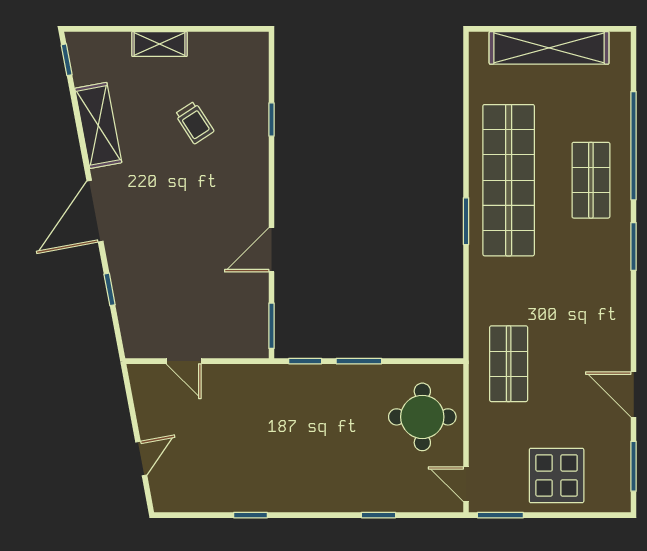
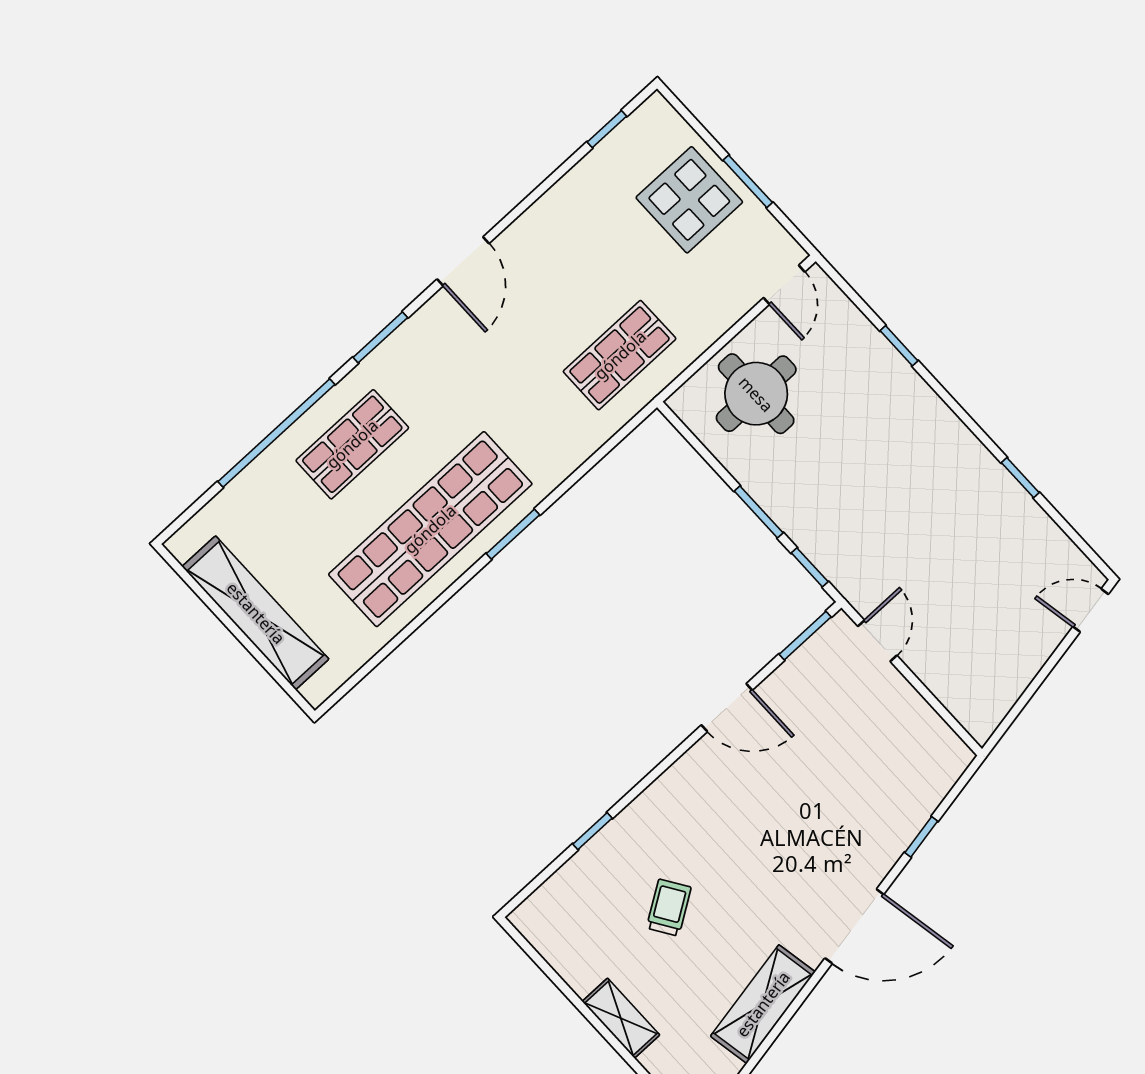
door: (184, 361) -> (877, 641), moved
door: (634, 395) -> (463, 261), moved
door: (141, 459) -> (1091, 610), moved
window: (634, 466) -> (607, 129), width x0.67
window: (500, 515) -> (748, 181), moved

